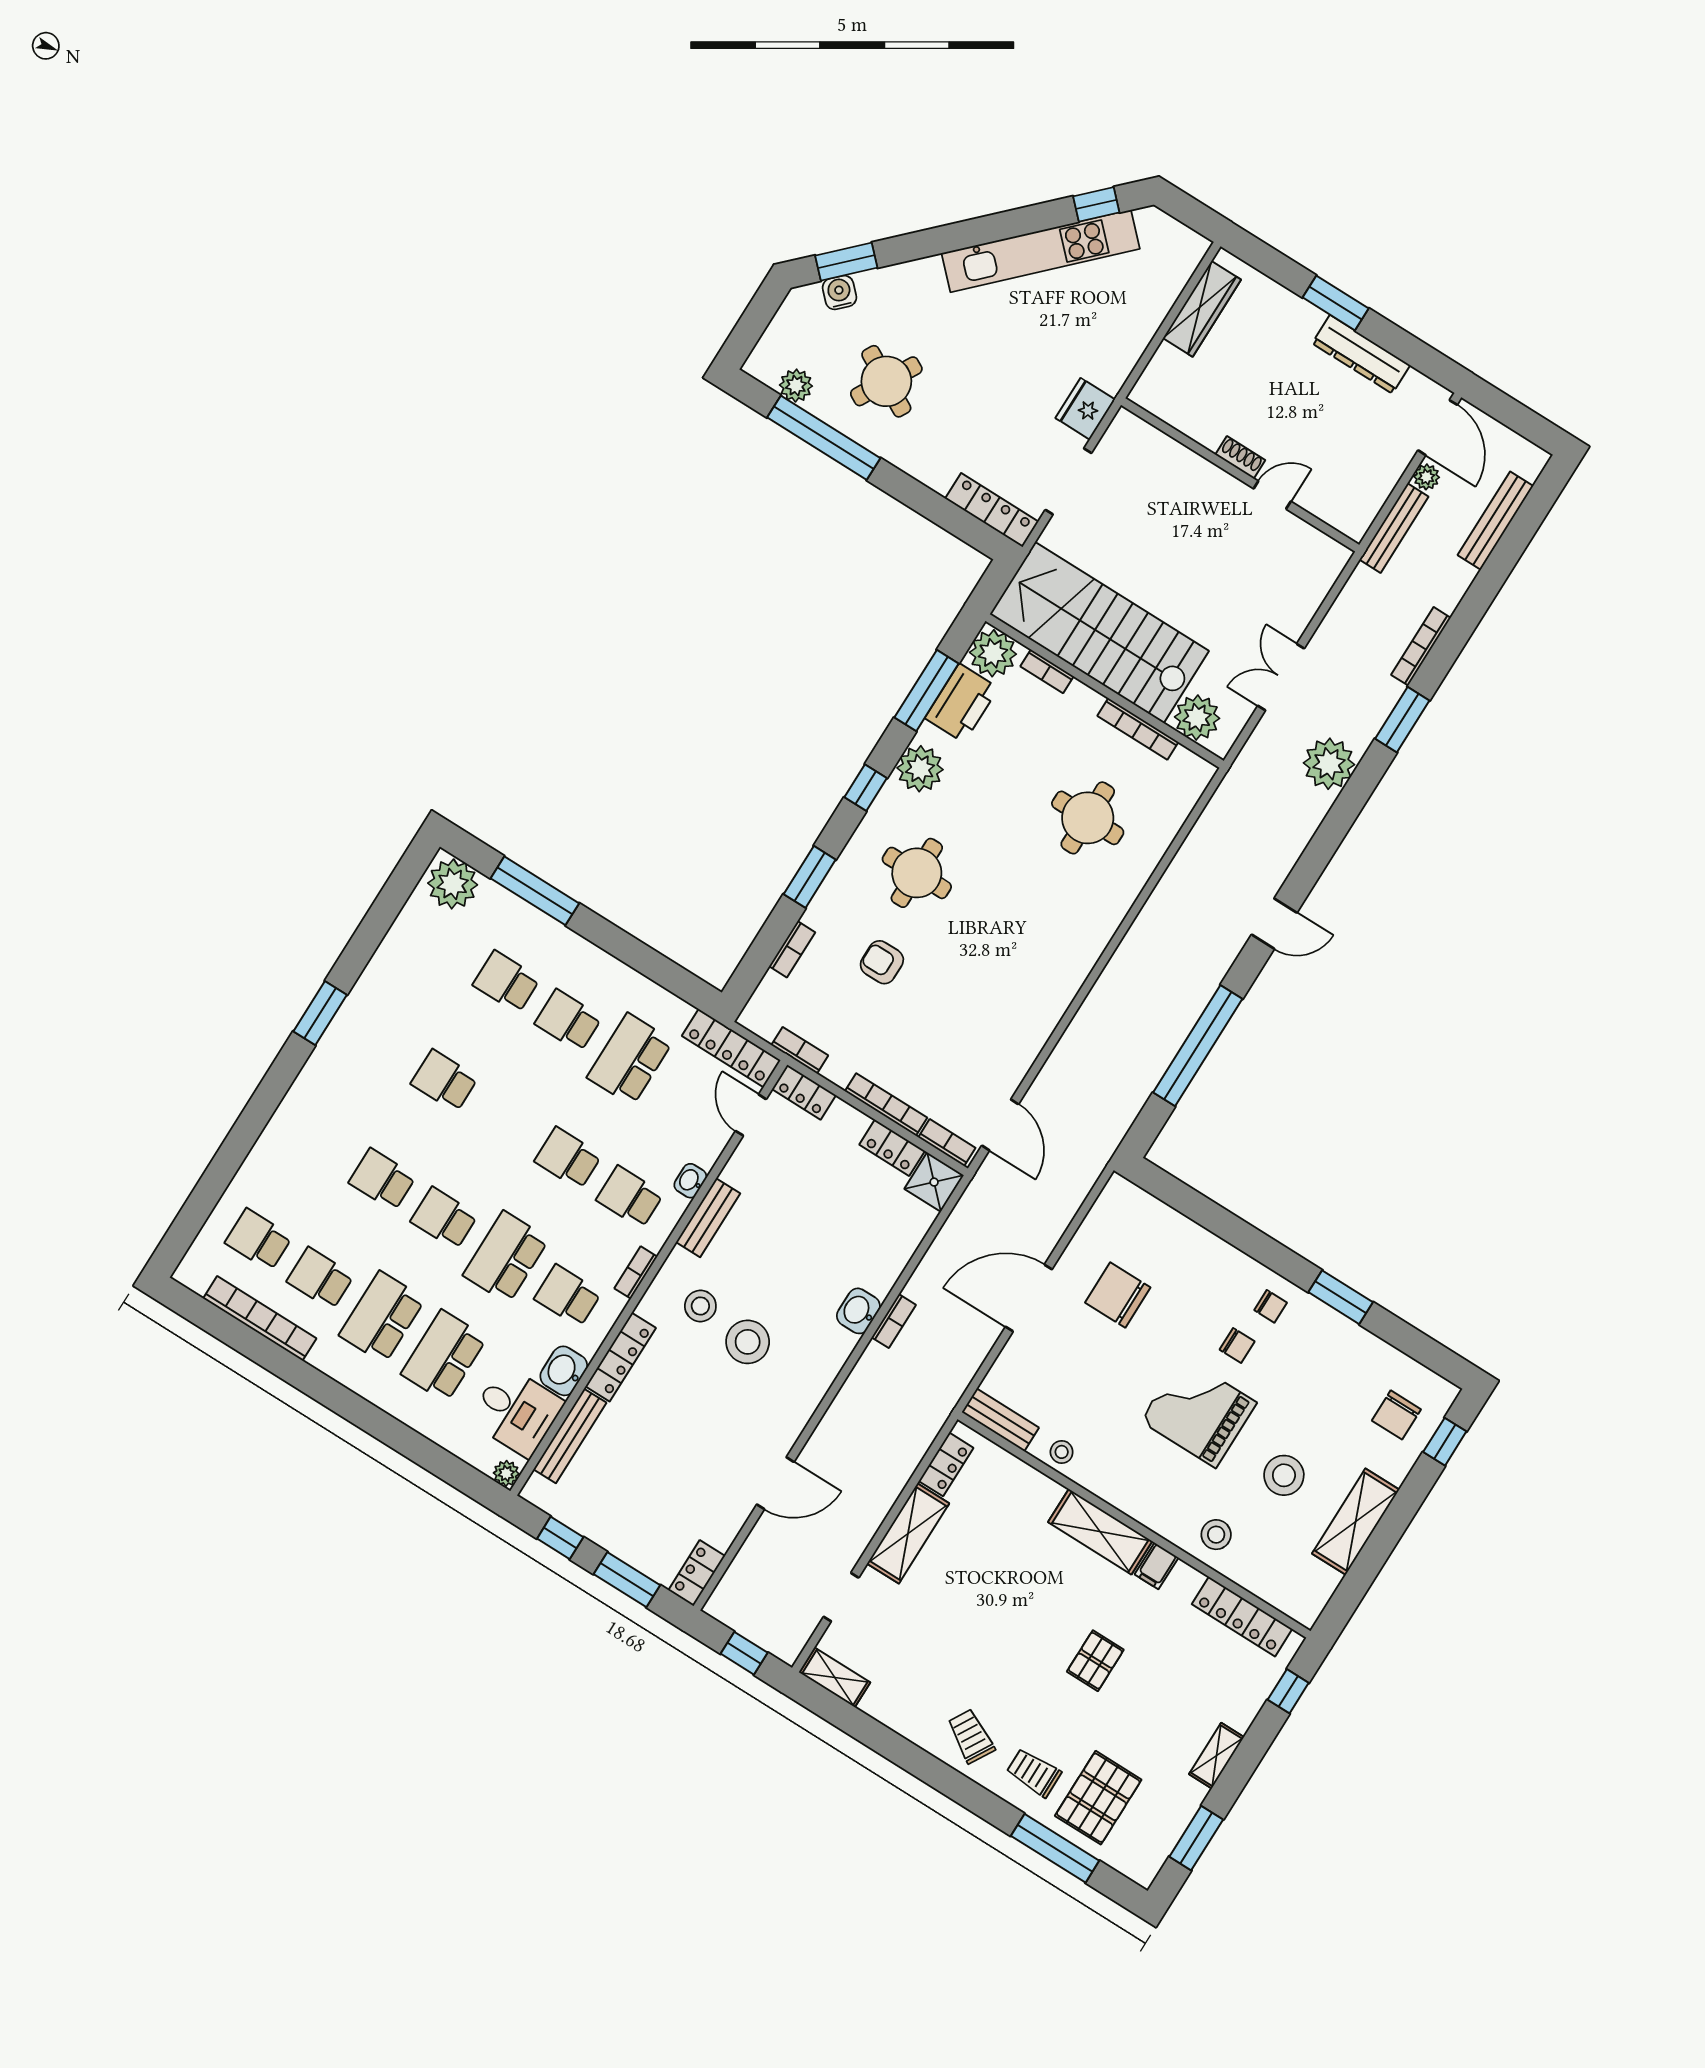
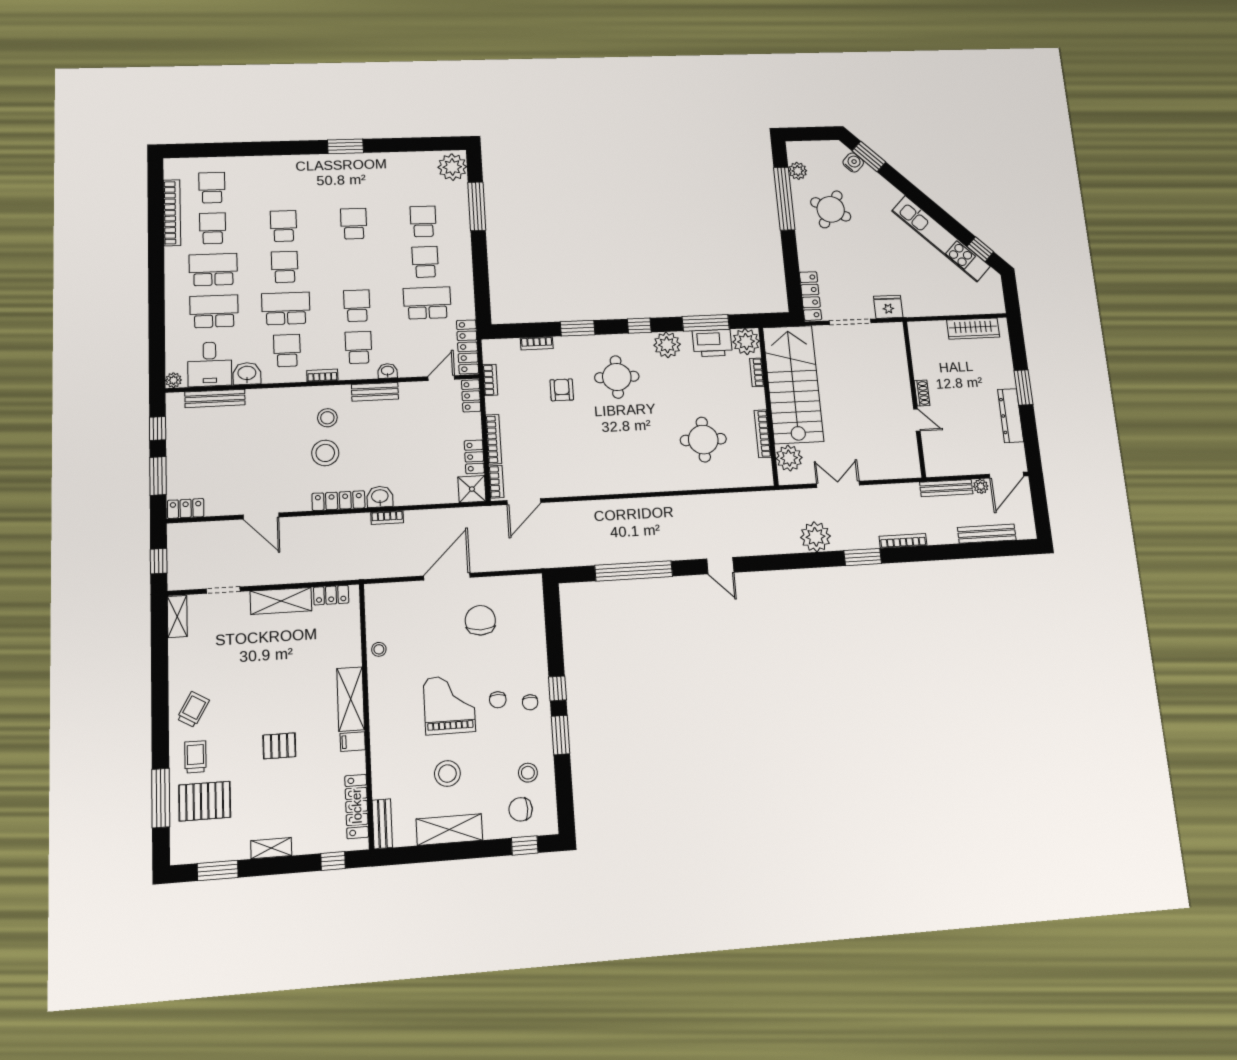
window: (1279, 1258) -> (557, 688), added
door: (1029, 1298) -> (447, 577), hinge flipped
locker: (621, 1357) -> (338, 501), moved, turned 180
bench: (1000, 1420) -> (382, 824), moved
stool: (1216, 1535) -> (528, 773), moved

